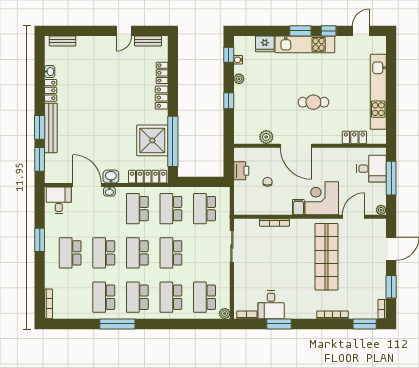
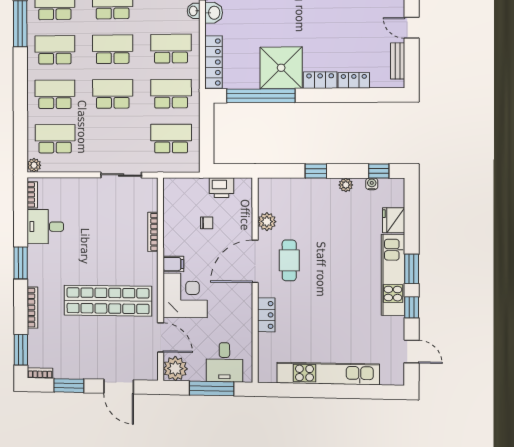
cafe table: (313, 102) -> (289, 260), moved
locker: (354, 137) -> (266, 315), moved
shower: (152, 140) -> (281, 68), moved
plant: (381, 210) -> (175, 369), width x1.88, depth x1.88
window: (279, 324) -> (21, 263), moved

